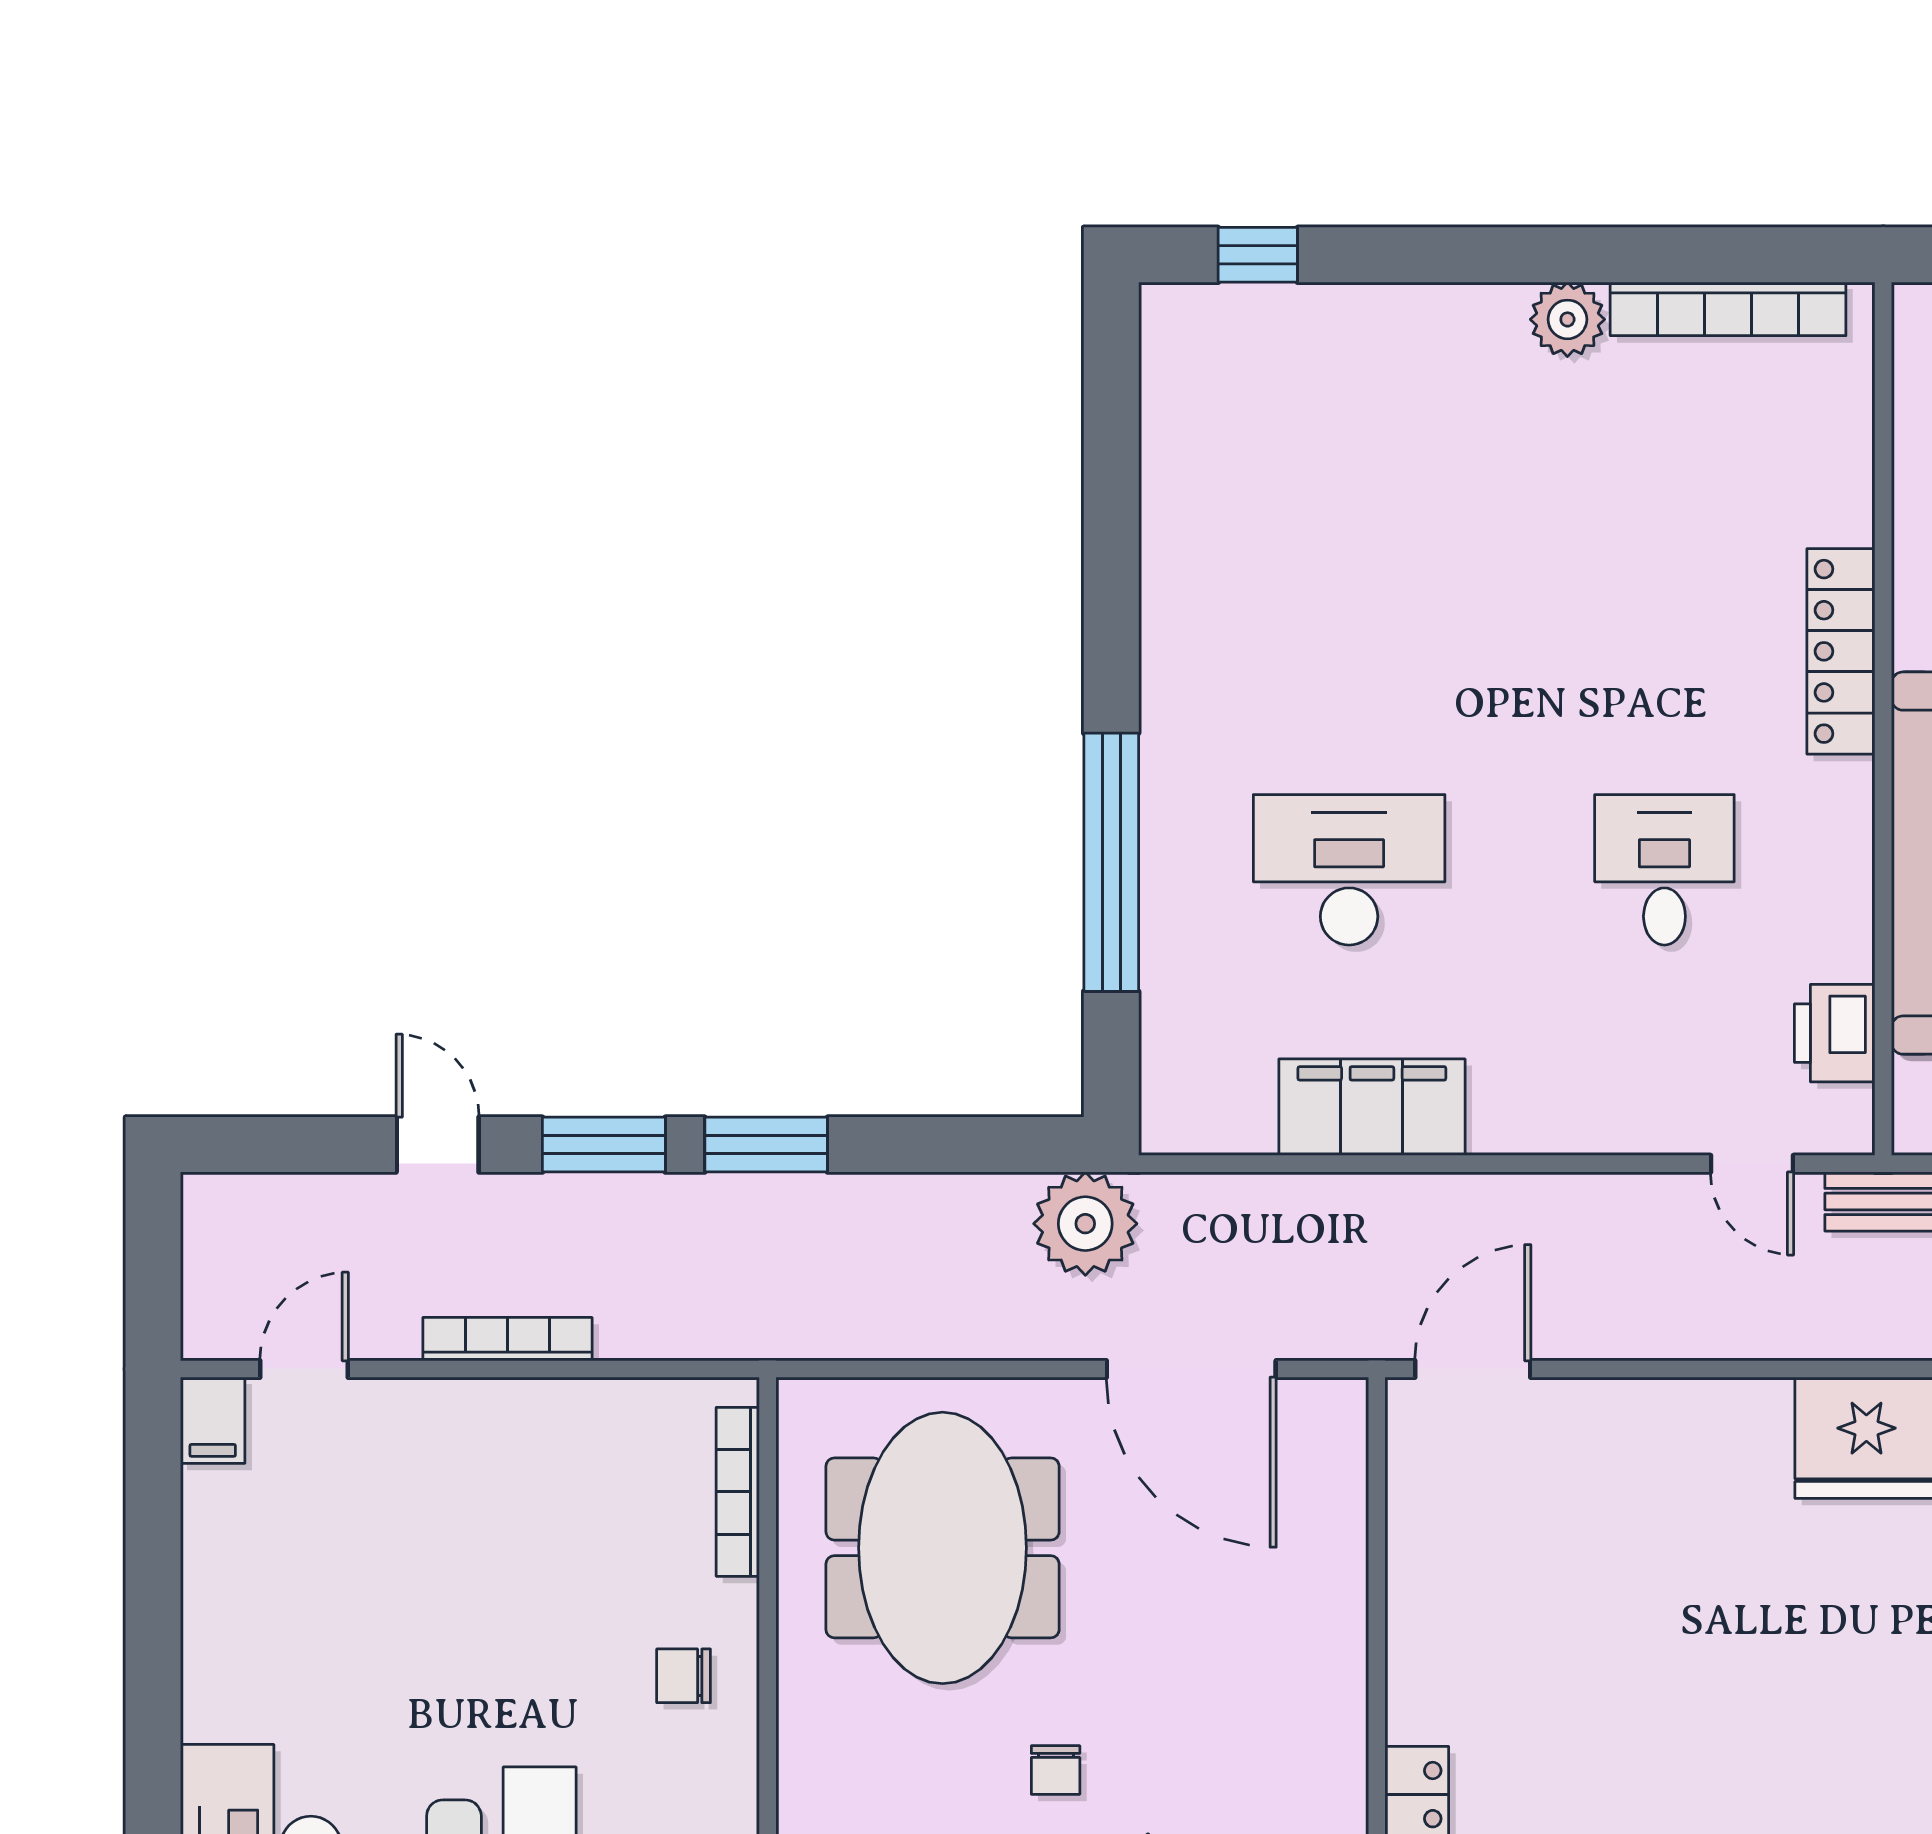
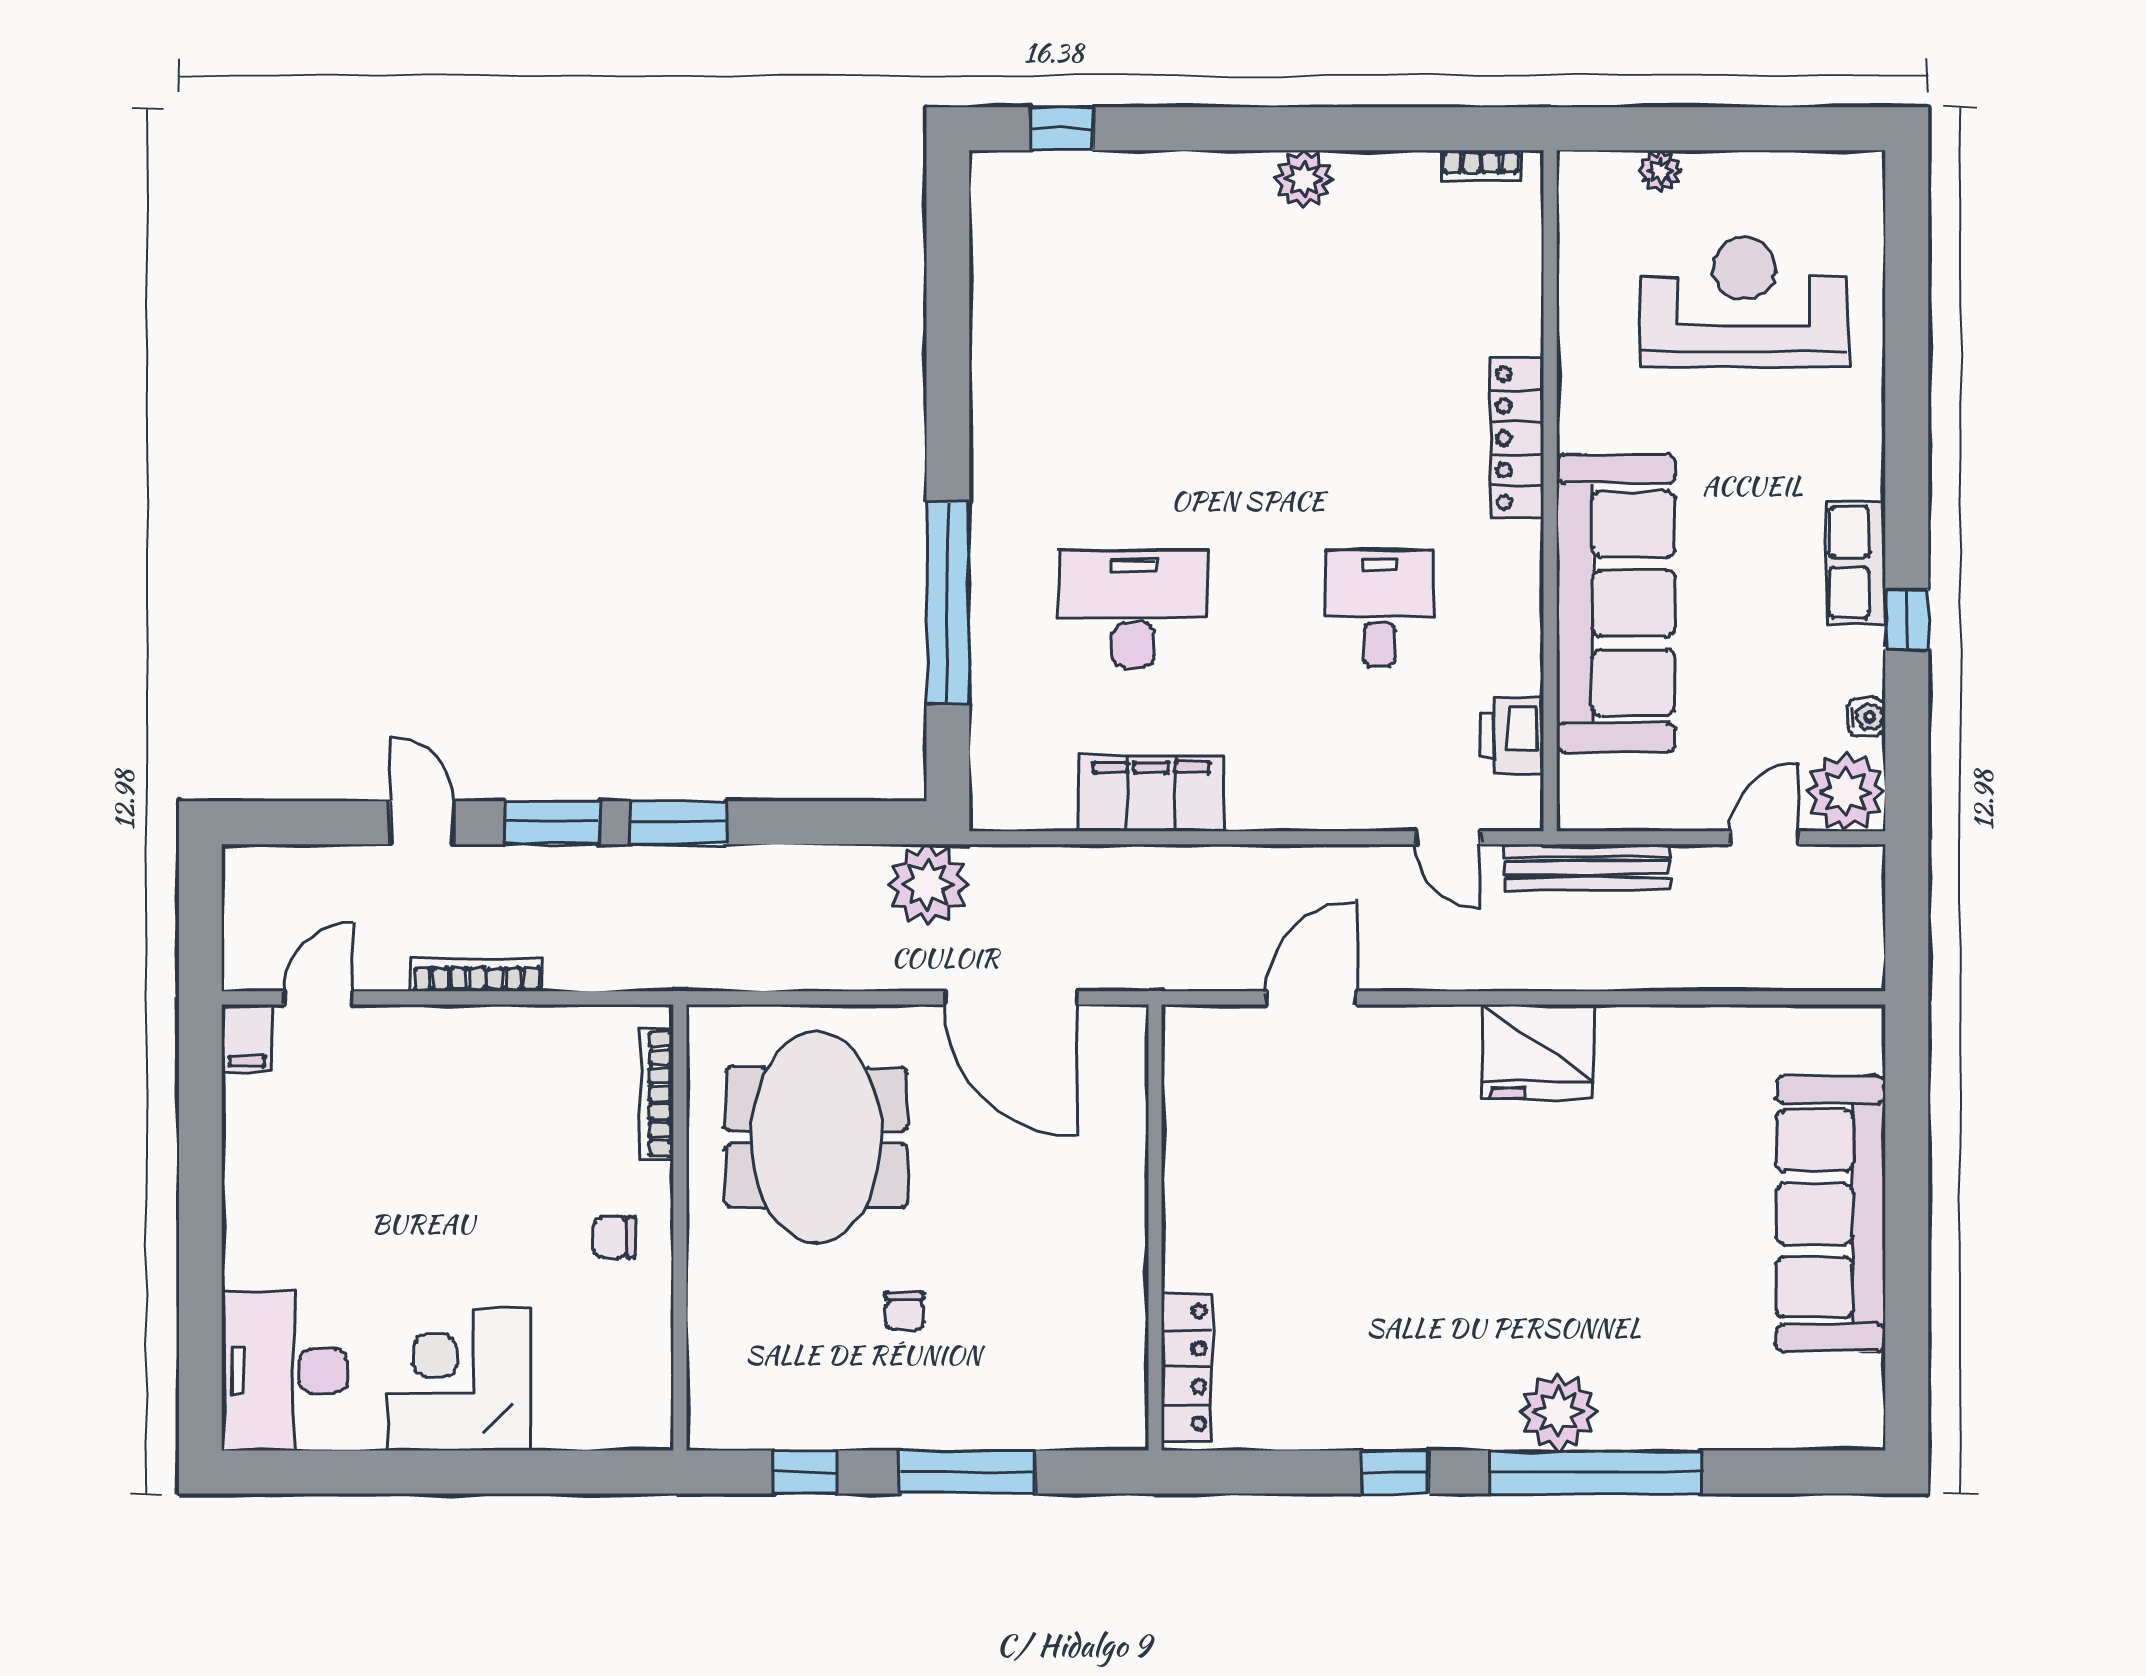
bookcase: (1728, 309) -> (1481, 166), width x0.43, depth x0.76
door: (1473, 1369) -> (1312, 998), moved

